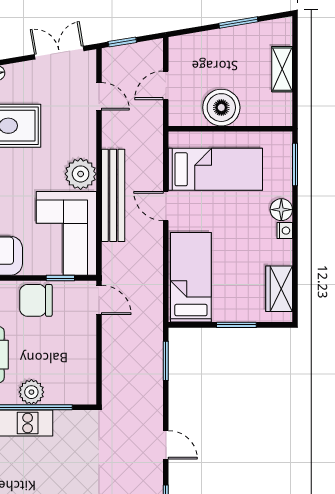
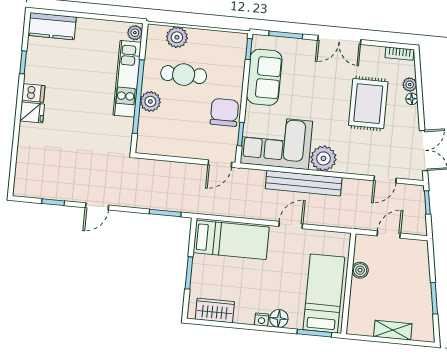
door: (166, 85) -> (389, 234), hinge flipped
boiler: (221, 108) -> (360, 270), width x0.54, depth x0.54
bed: (215, 169) -> (324, 293), moved, turned 180

